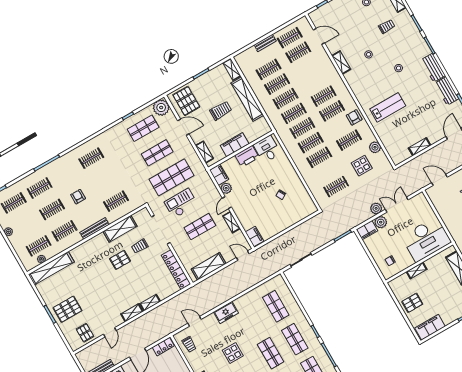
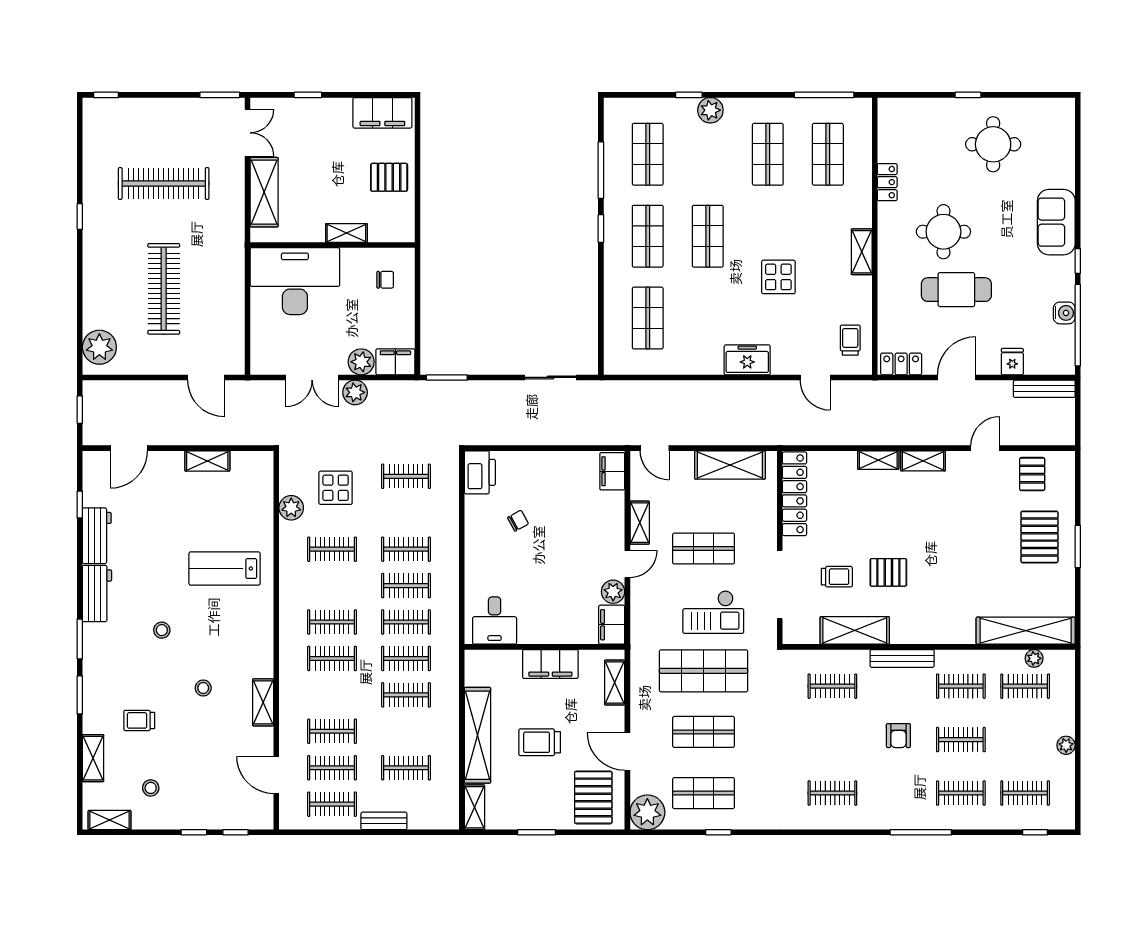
clothes rail: (277, 84) -> (332, 731), moved
armchair: (354, 117) -> (298, 586), removed
printer: (247, 156) -> (480, 472), moved, turned 90
pallet: (67, 309) -> (1039, 537), turned 90

